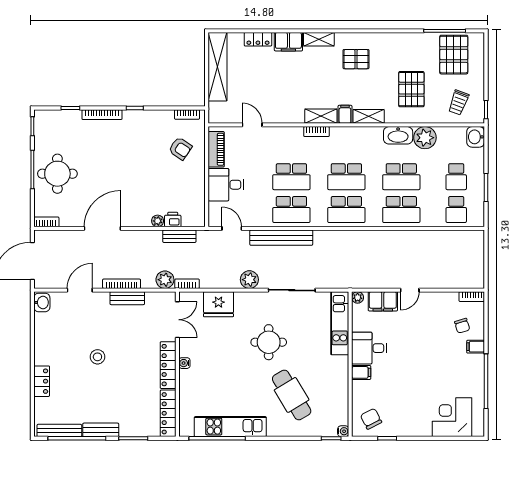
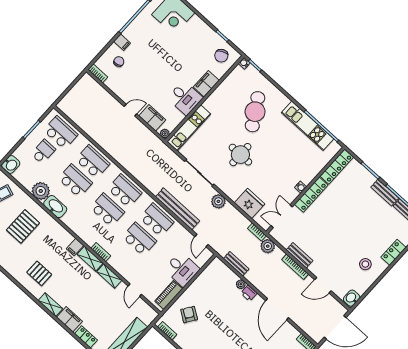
shelving: (369, 116) -> (109, 276), moved
school desk: (456, 209) -> (61, 132), width x1.85
printer: (173, 219) -> (249, 293), moved
door: (102, 228) -> (277, 309), hinge flipped
stool: (97, 357) -> (365, 264), moved
filing cabinet: (361, 372) -> (206, 84), width x2.00

